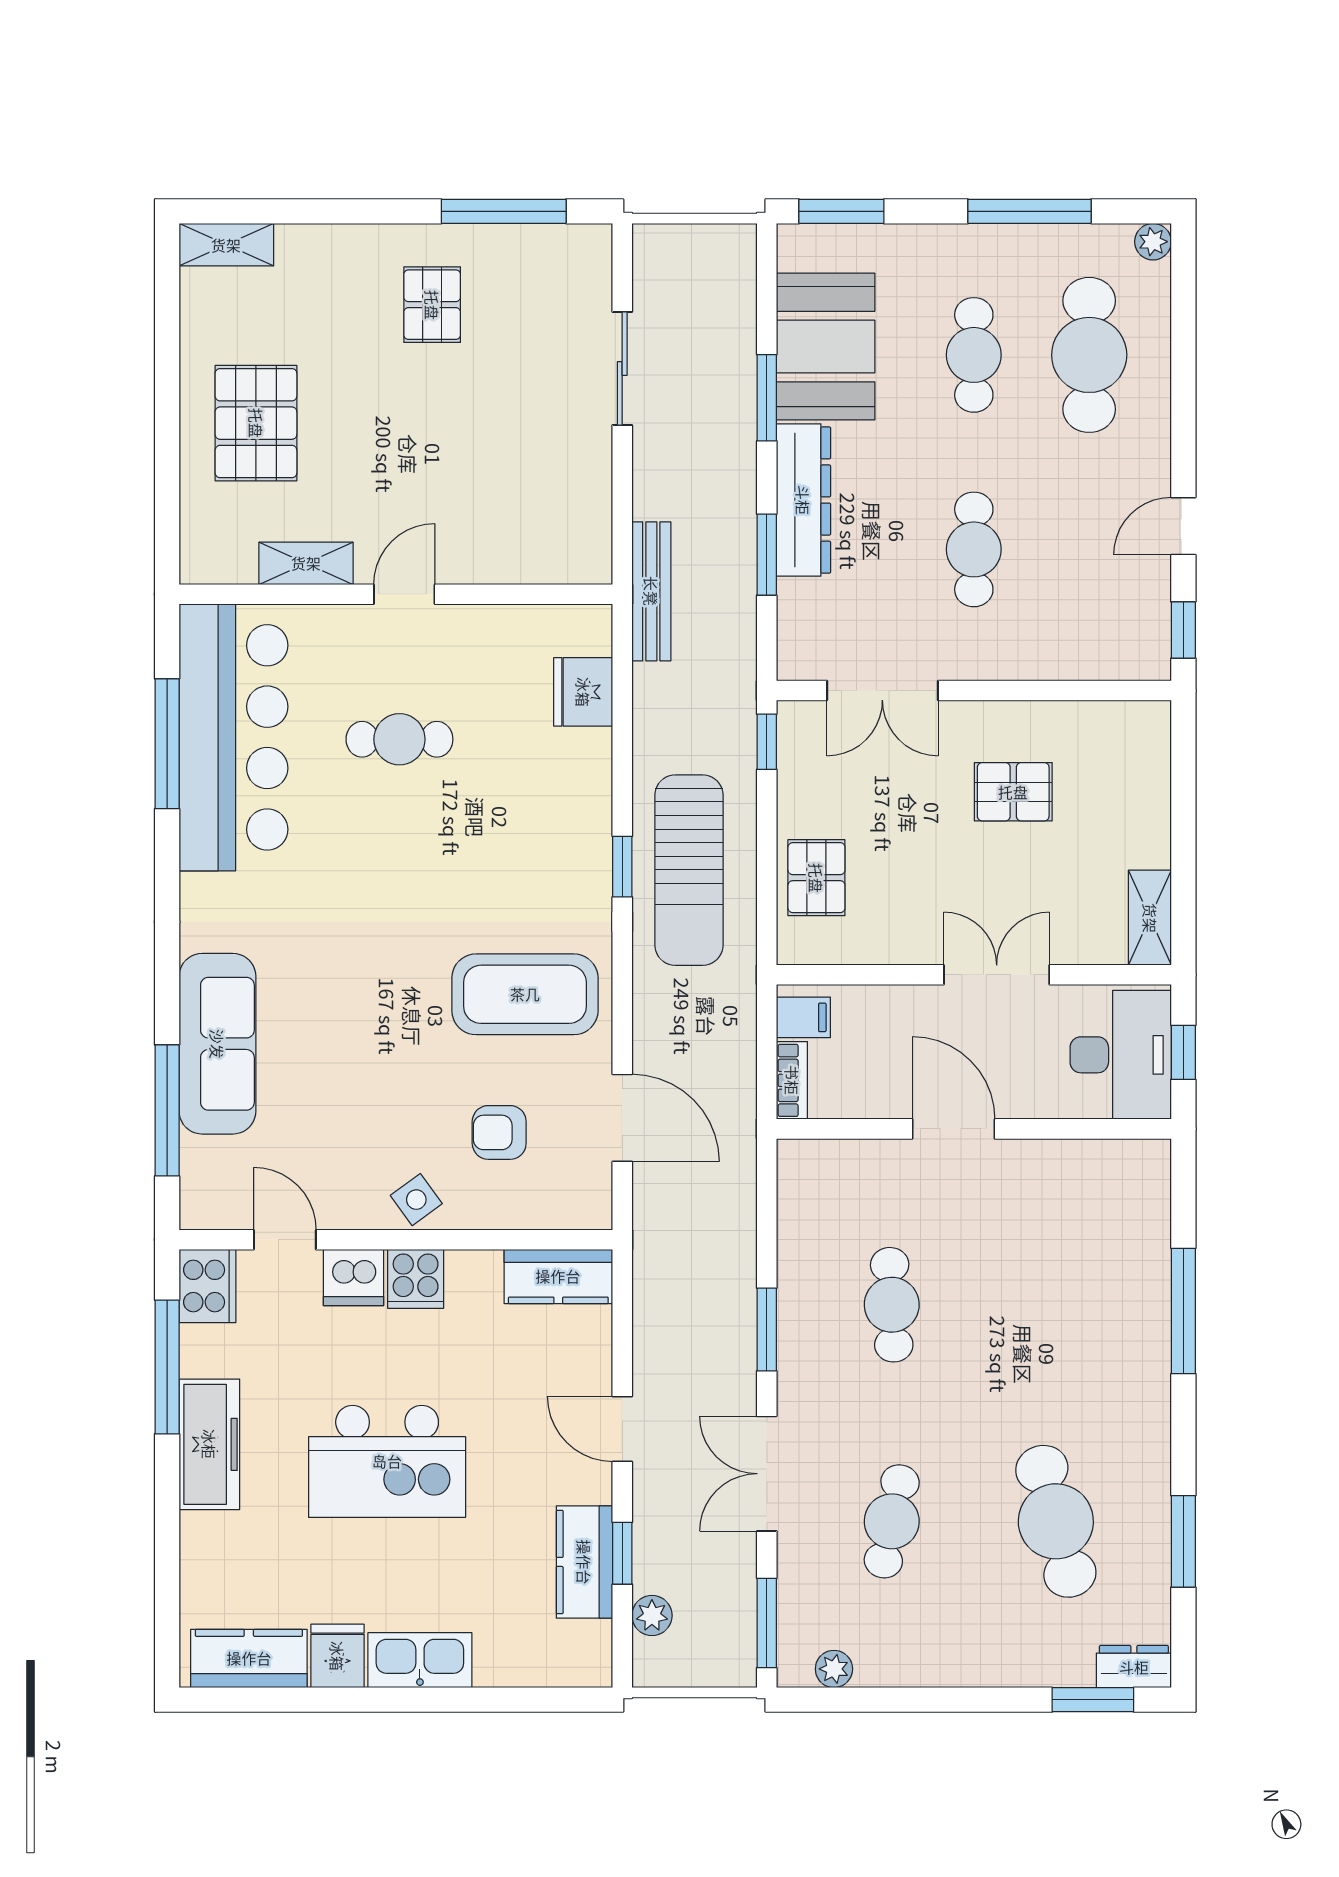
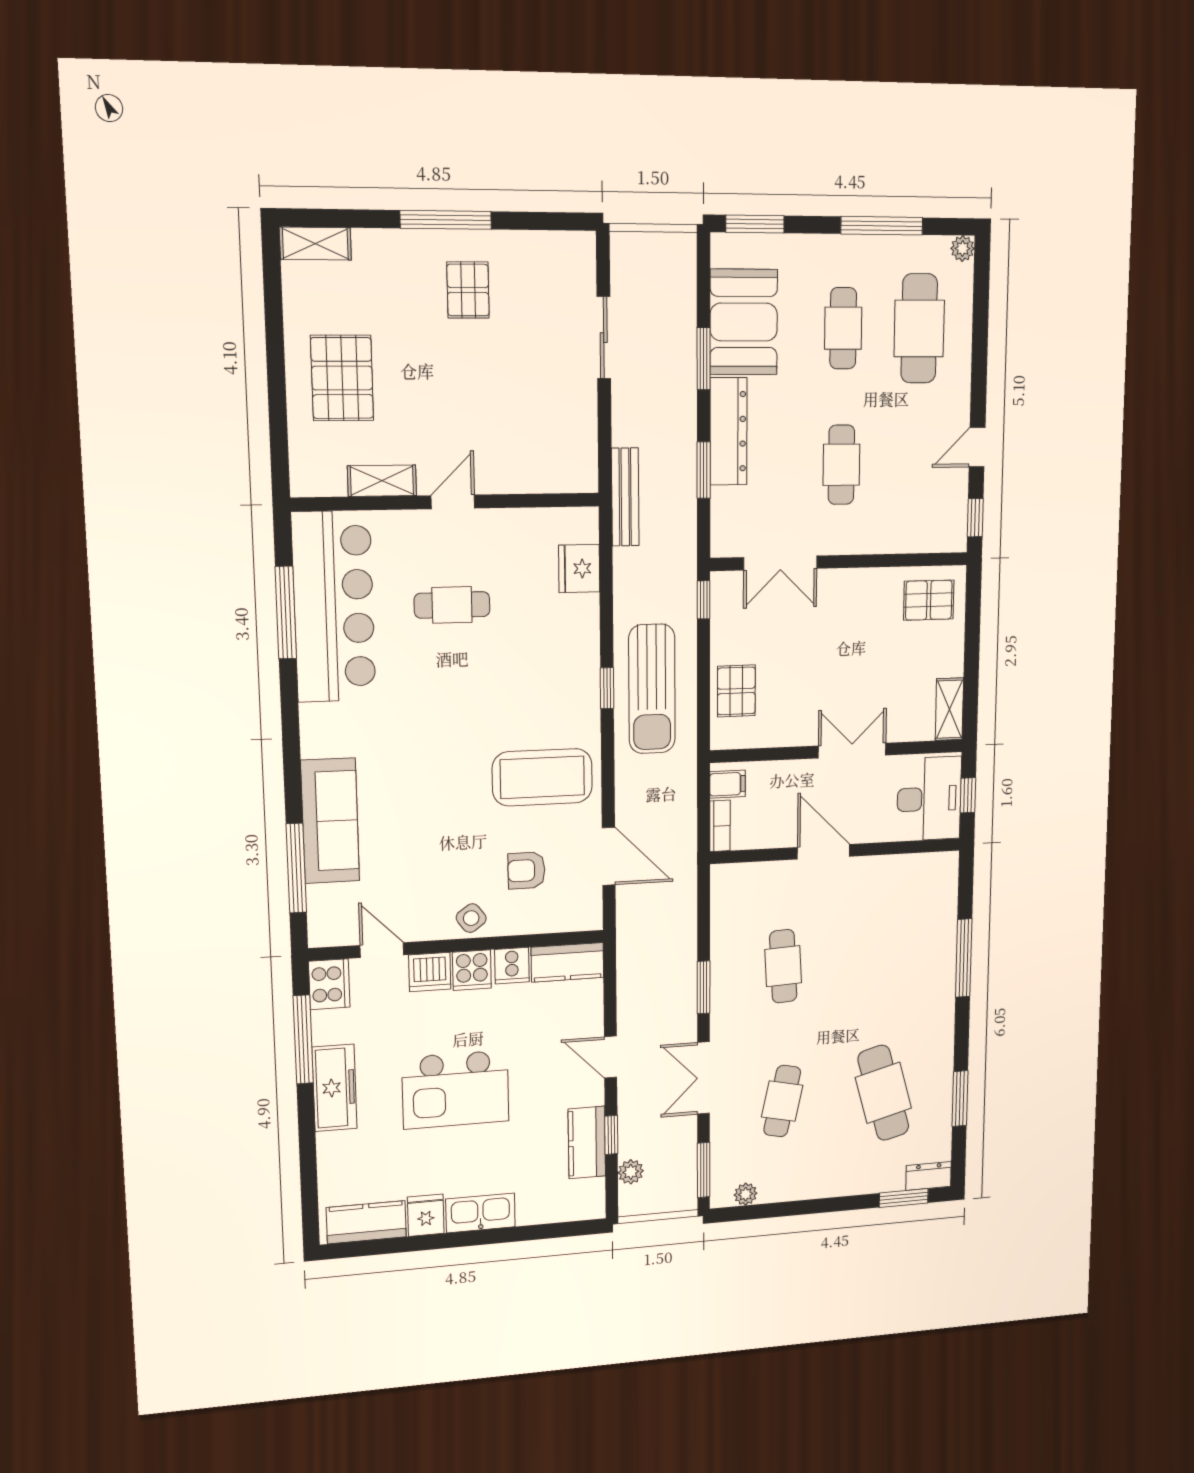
window: (504, 211) -> (446, 220), moved
pallet: (1013, 792) -> (929, 600), moved
cooker: (475, 1276) -> (512, 966), added

